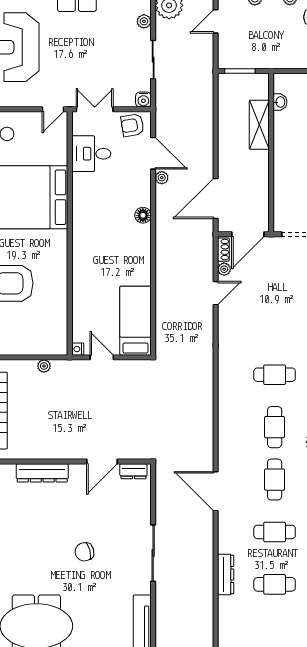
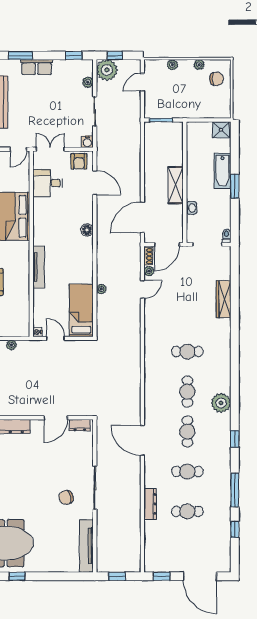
washbasin: (280, 102) -> (192, 208), moved
armchair: (132, 125) -> (79, 161), turned -81
shelving: (259, 125) -> (176, 185), moved
plant: (162, 178) -> (101, 289), moved
tv unit: (79, 264) -> (39, 267), added
chair: (84, 552) -> (66, 497), moved

